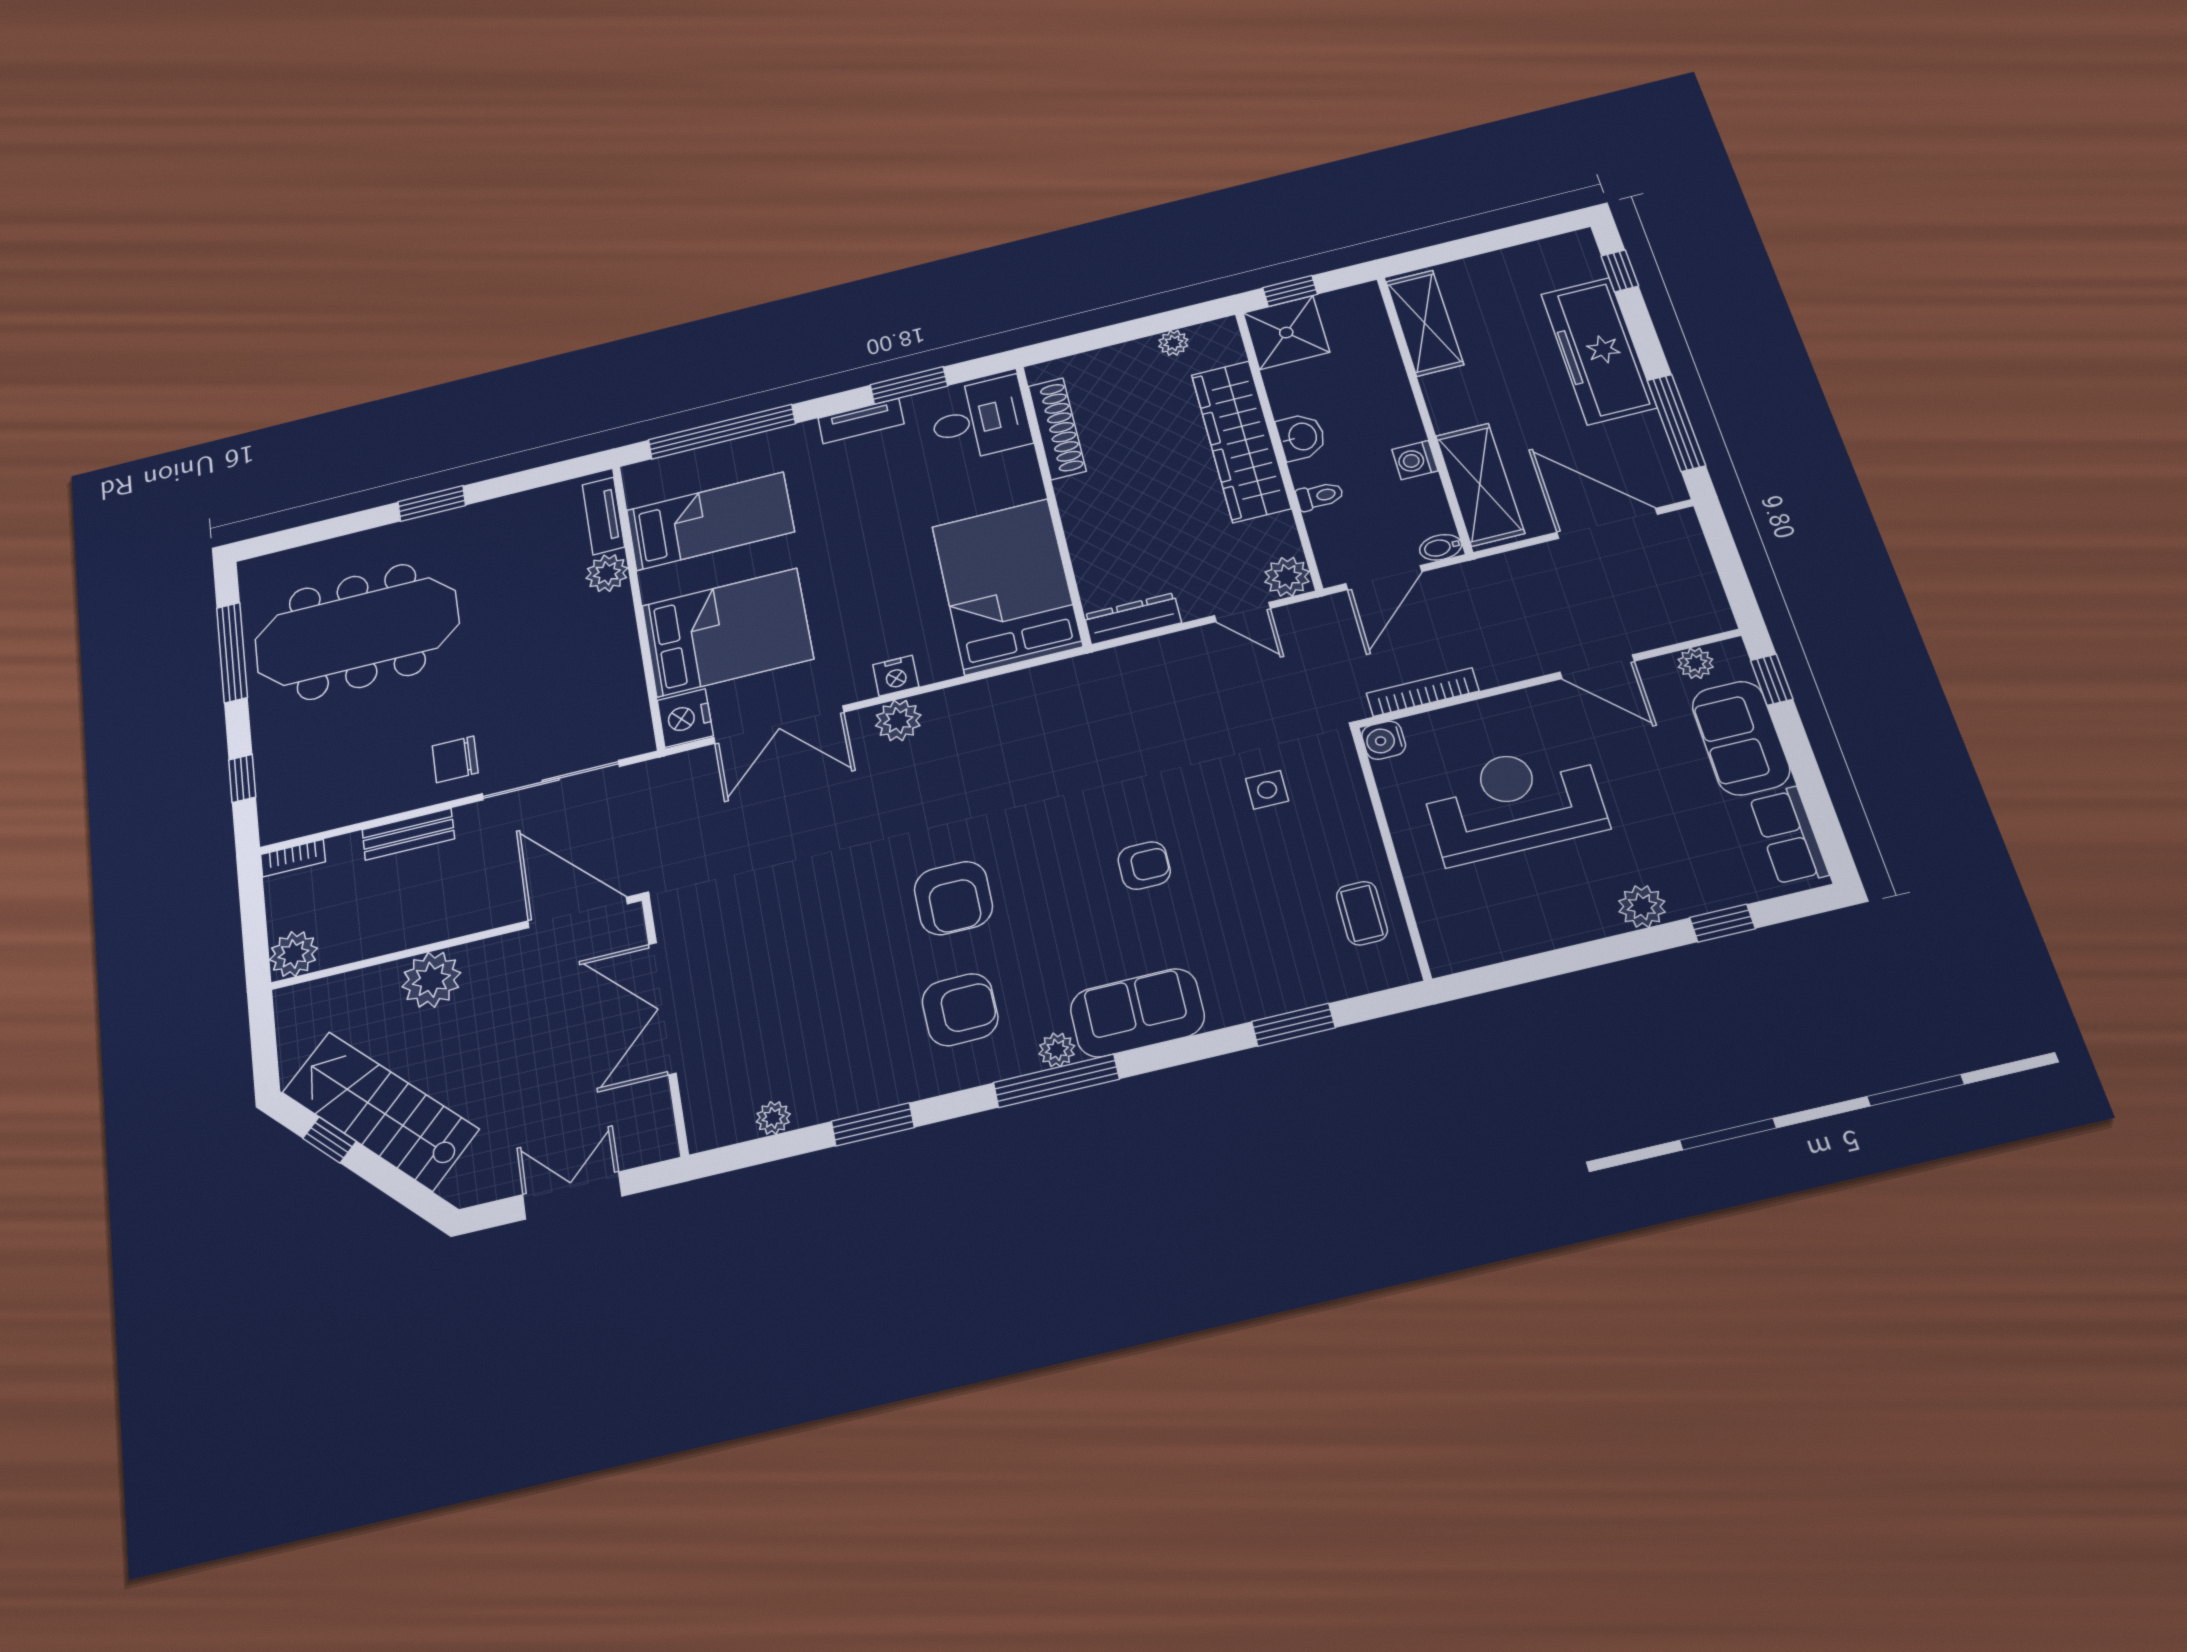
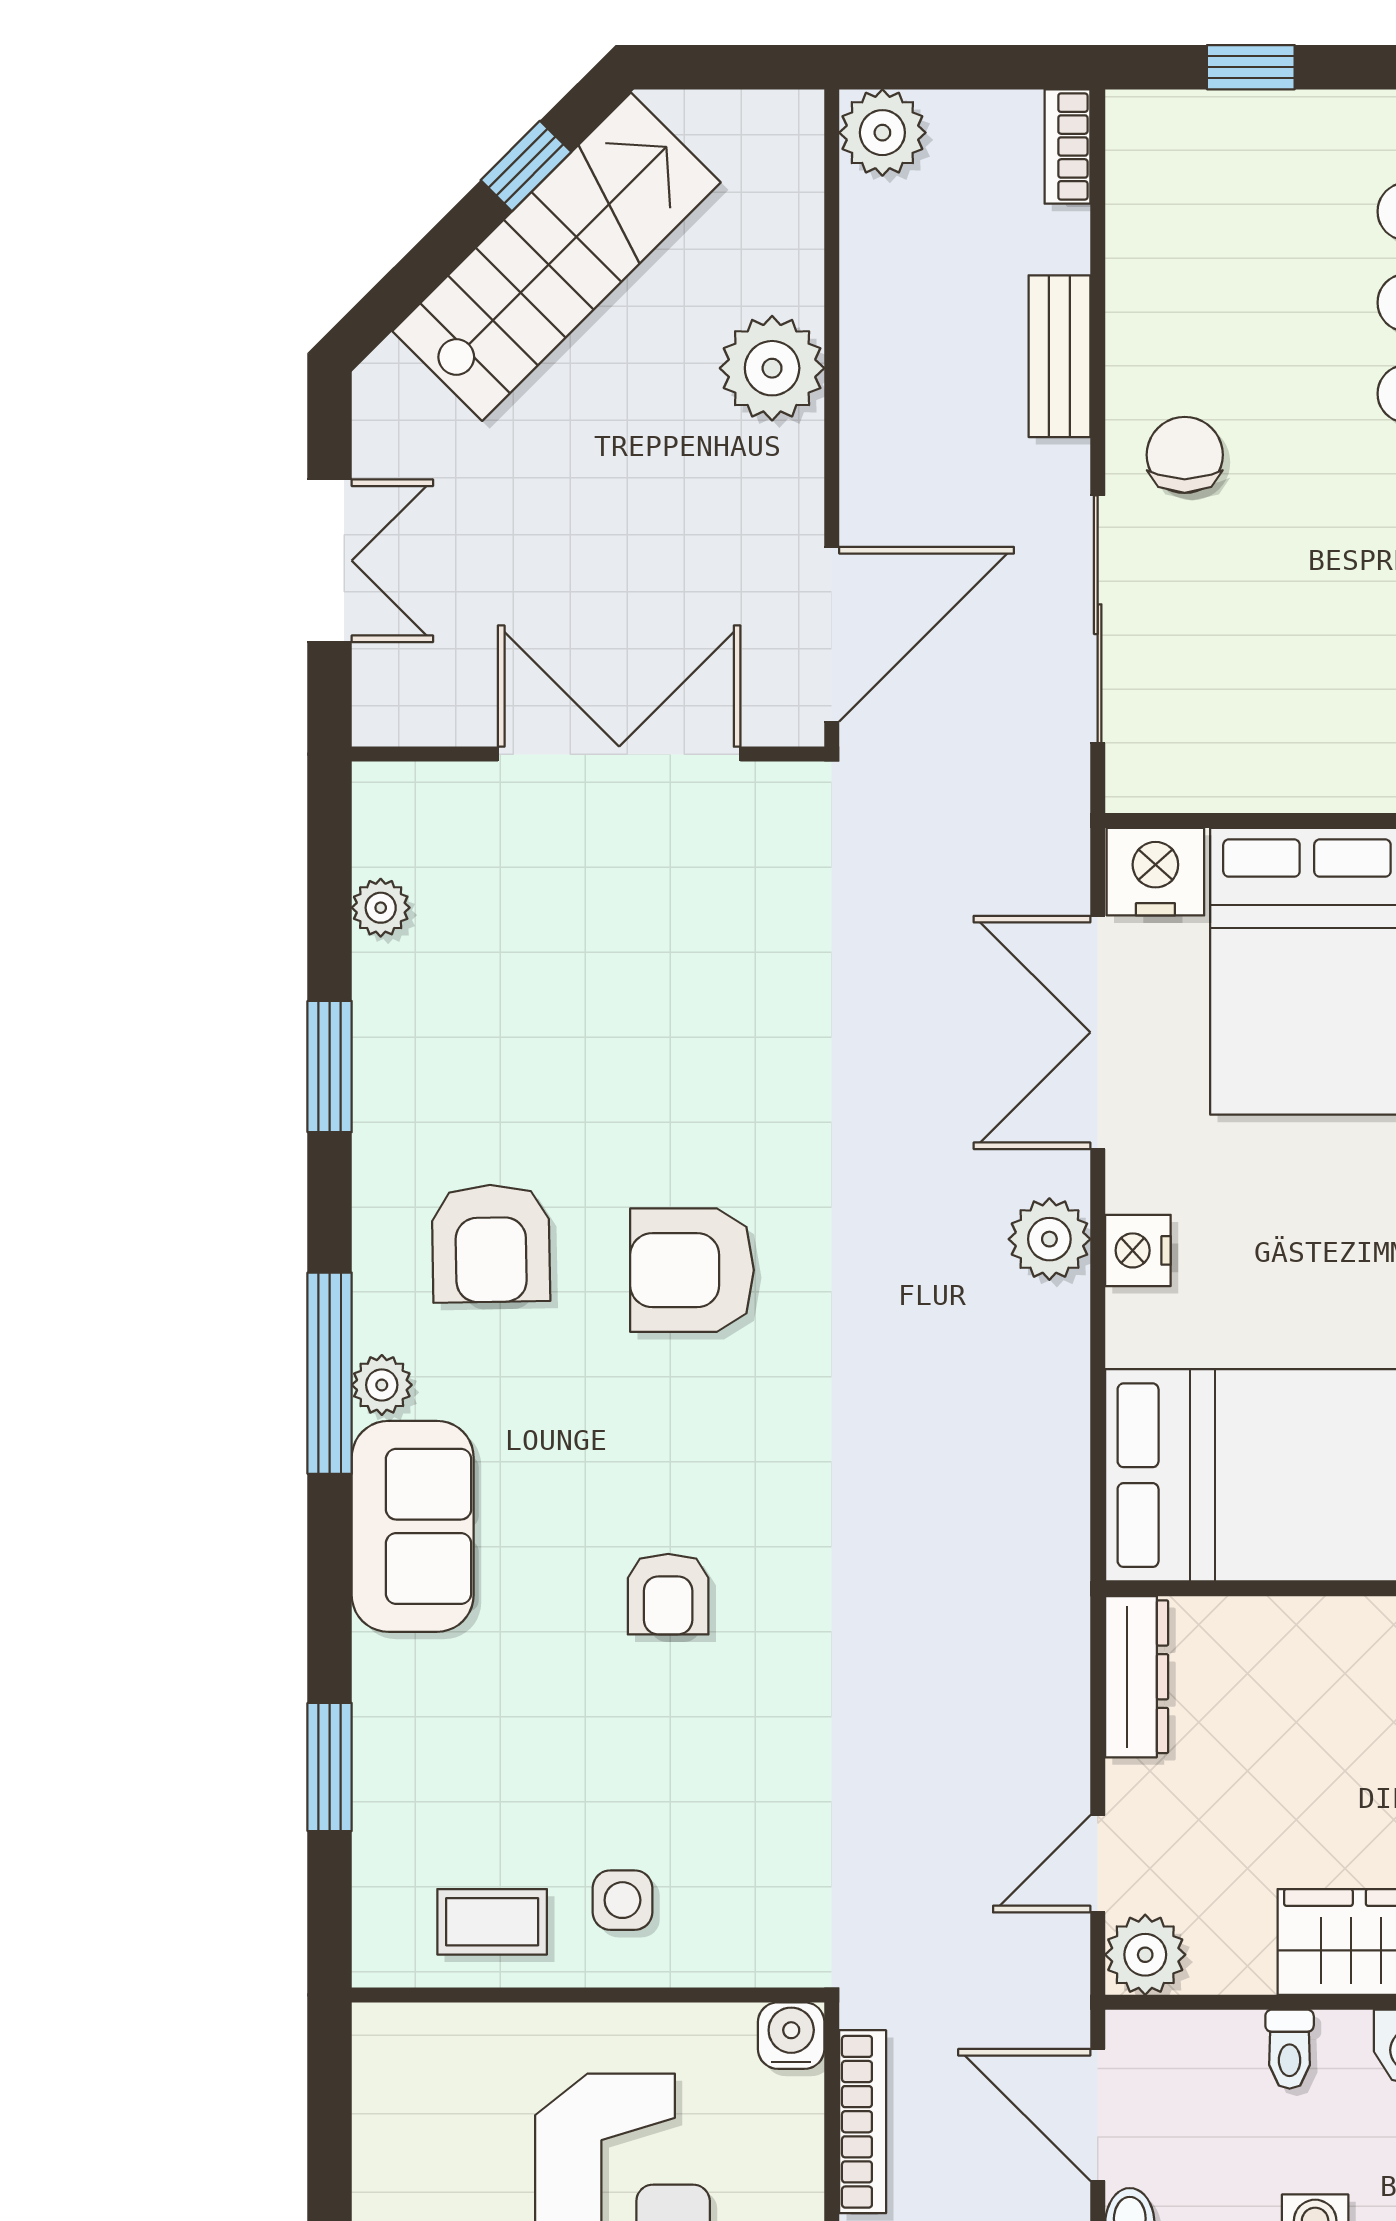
side table: (1267, 790) -> (622, 1900), moved

